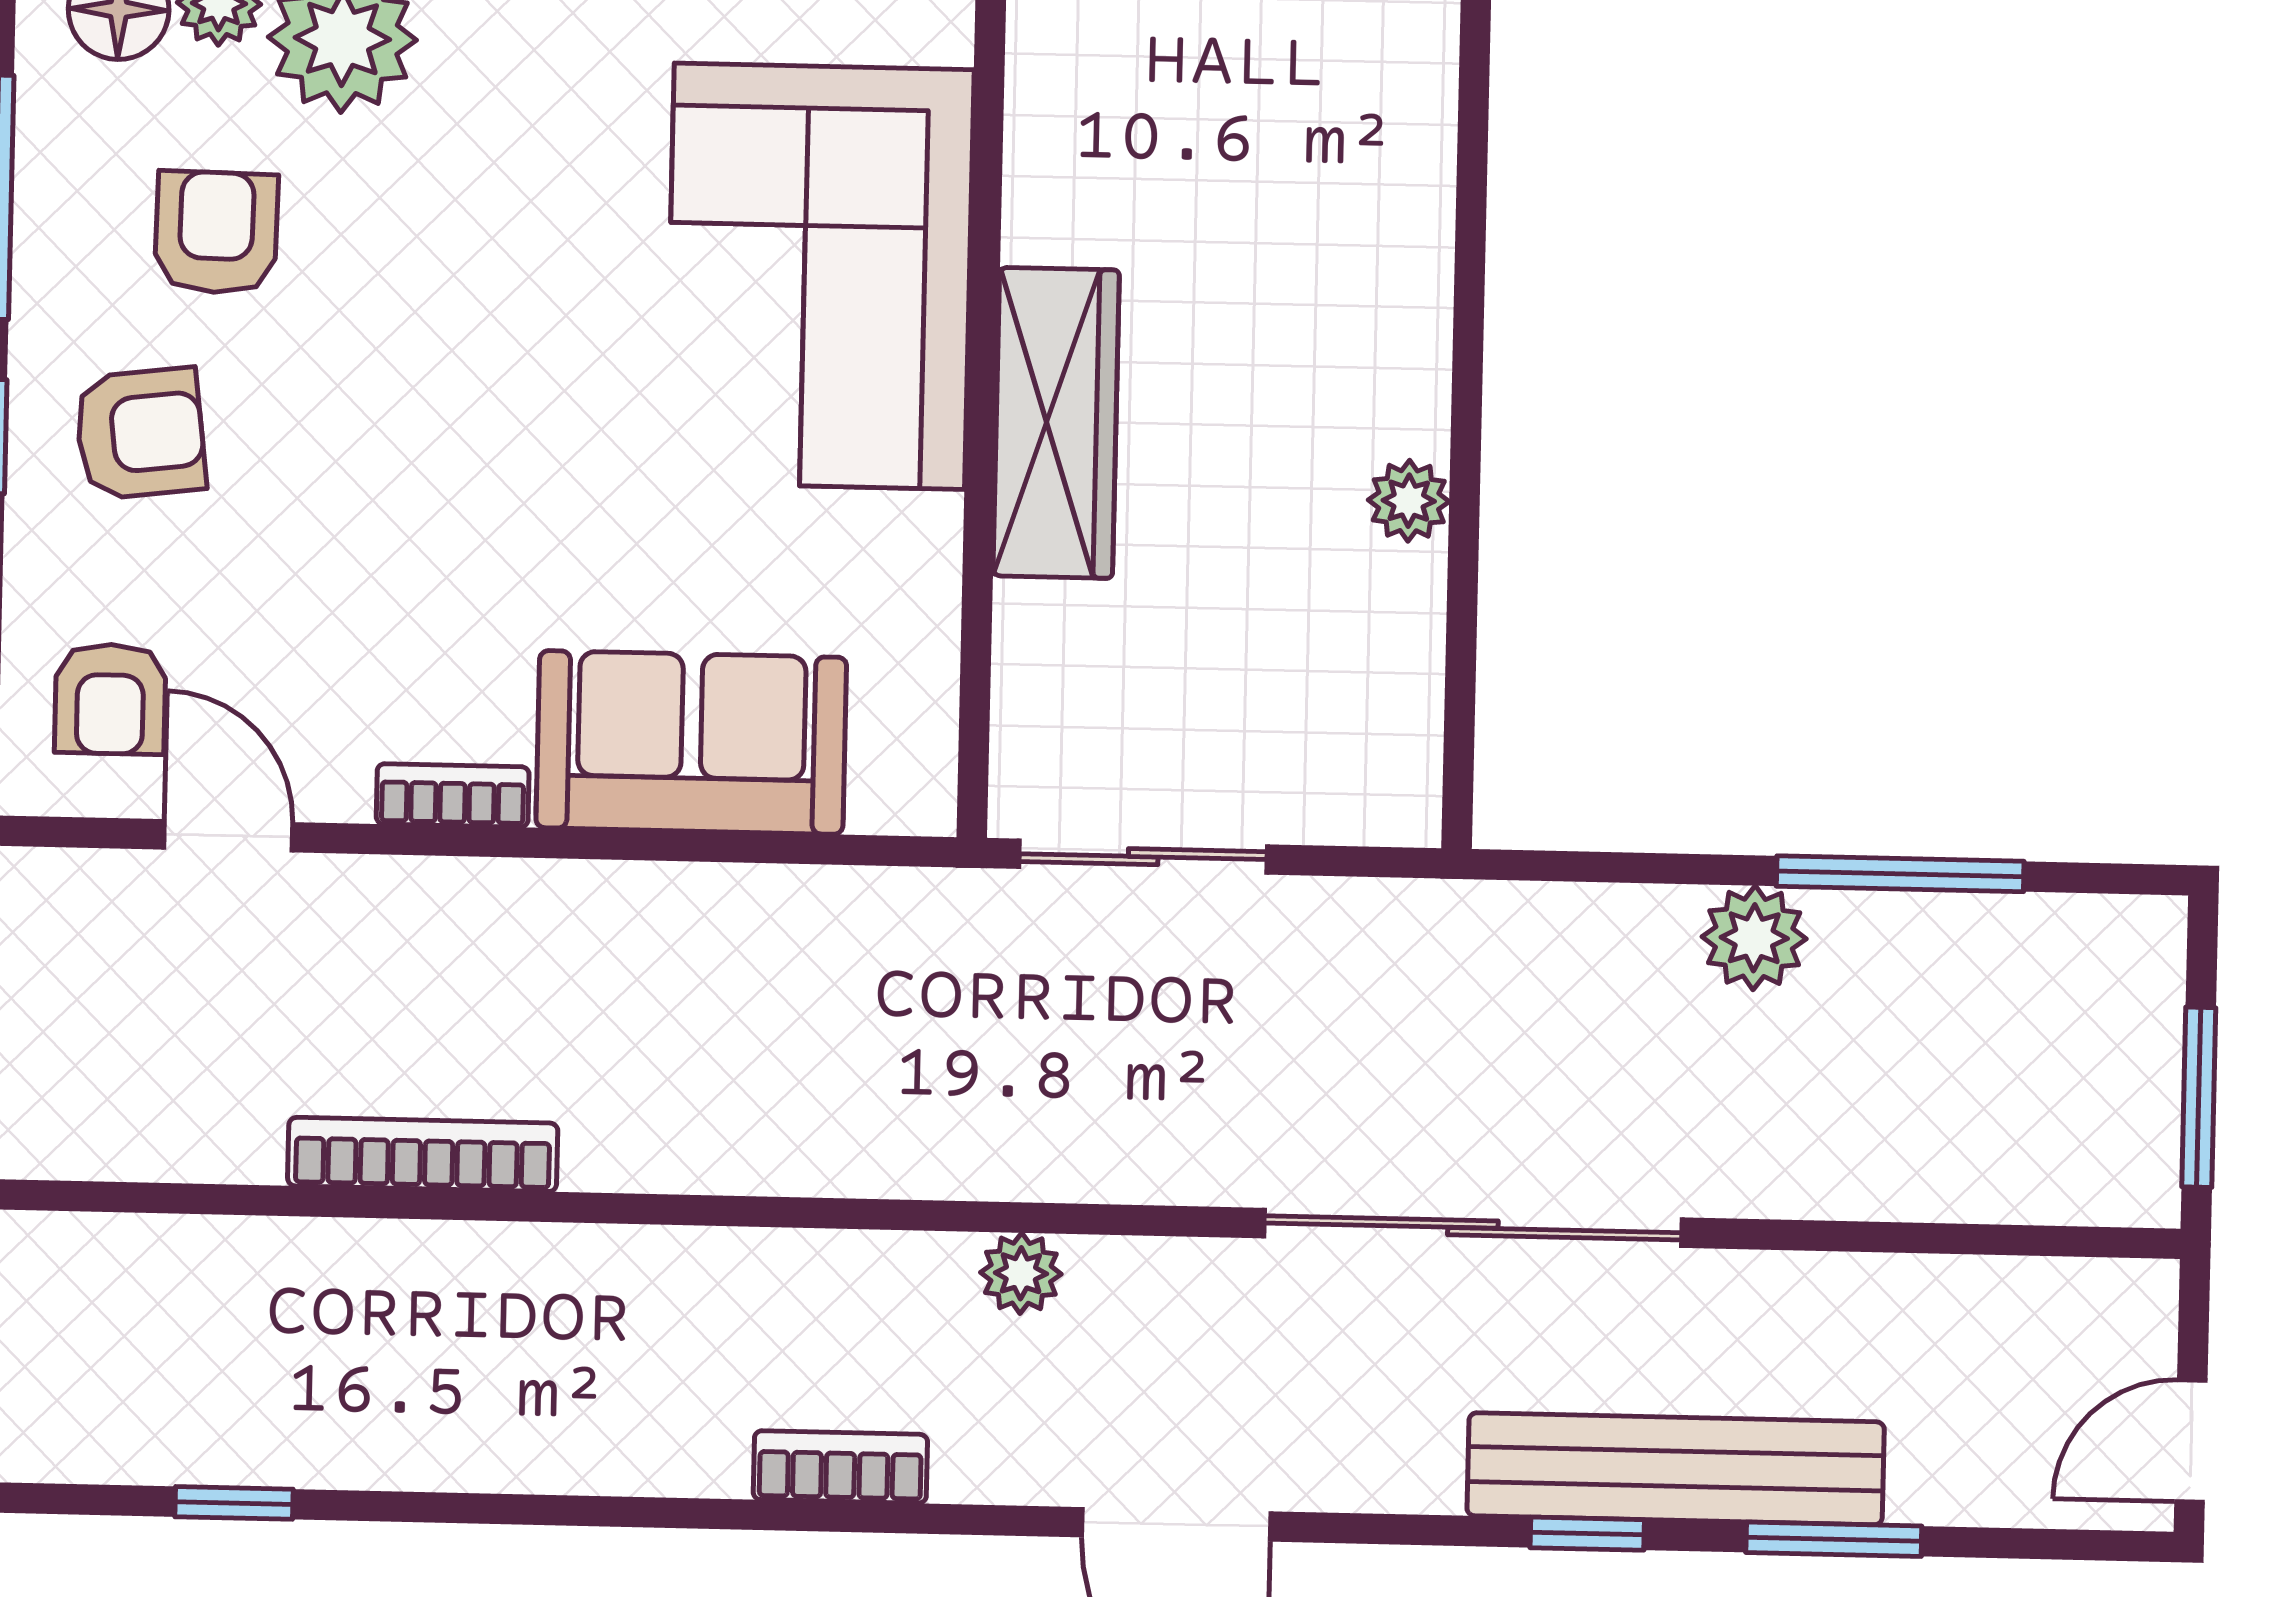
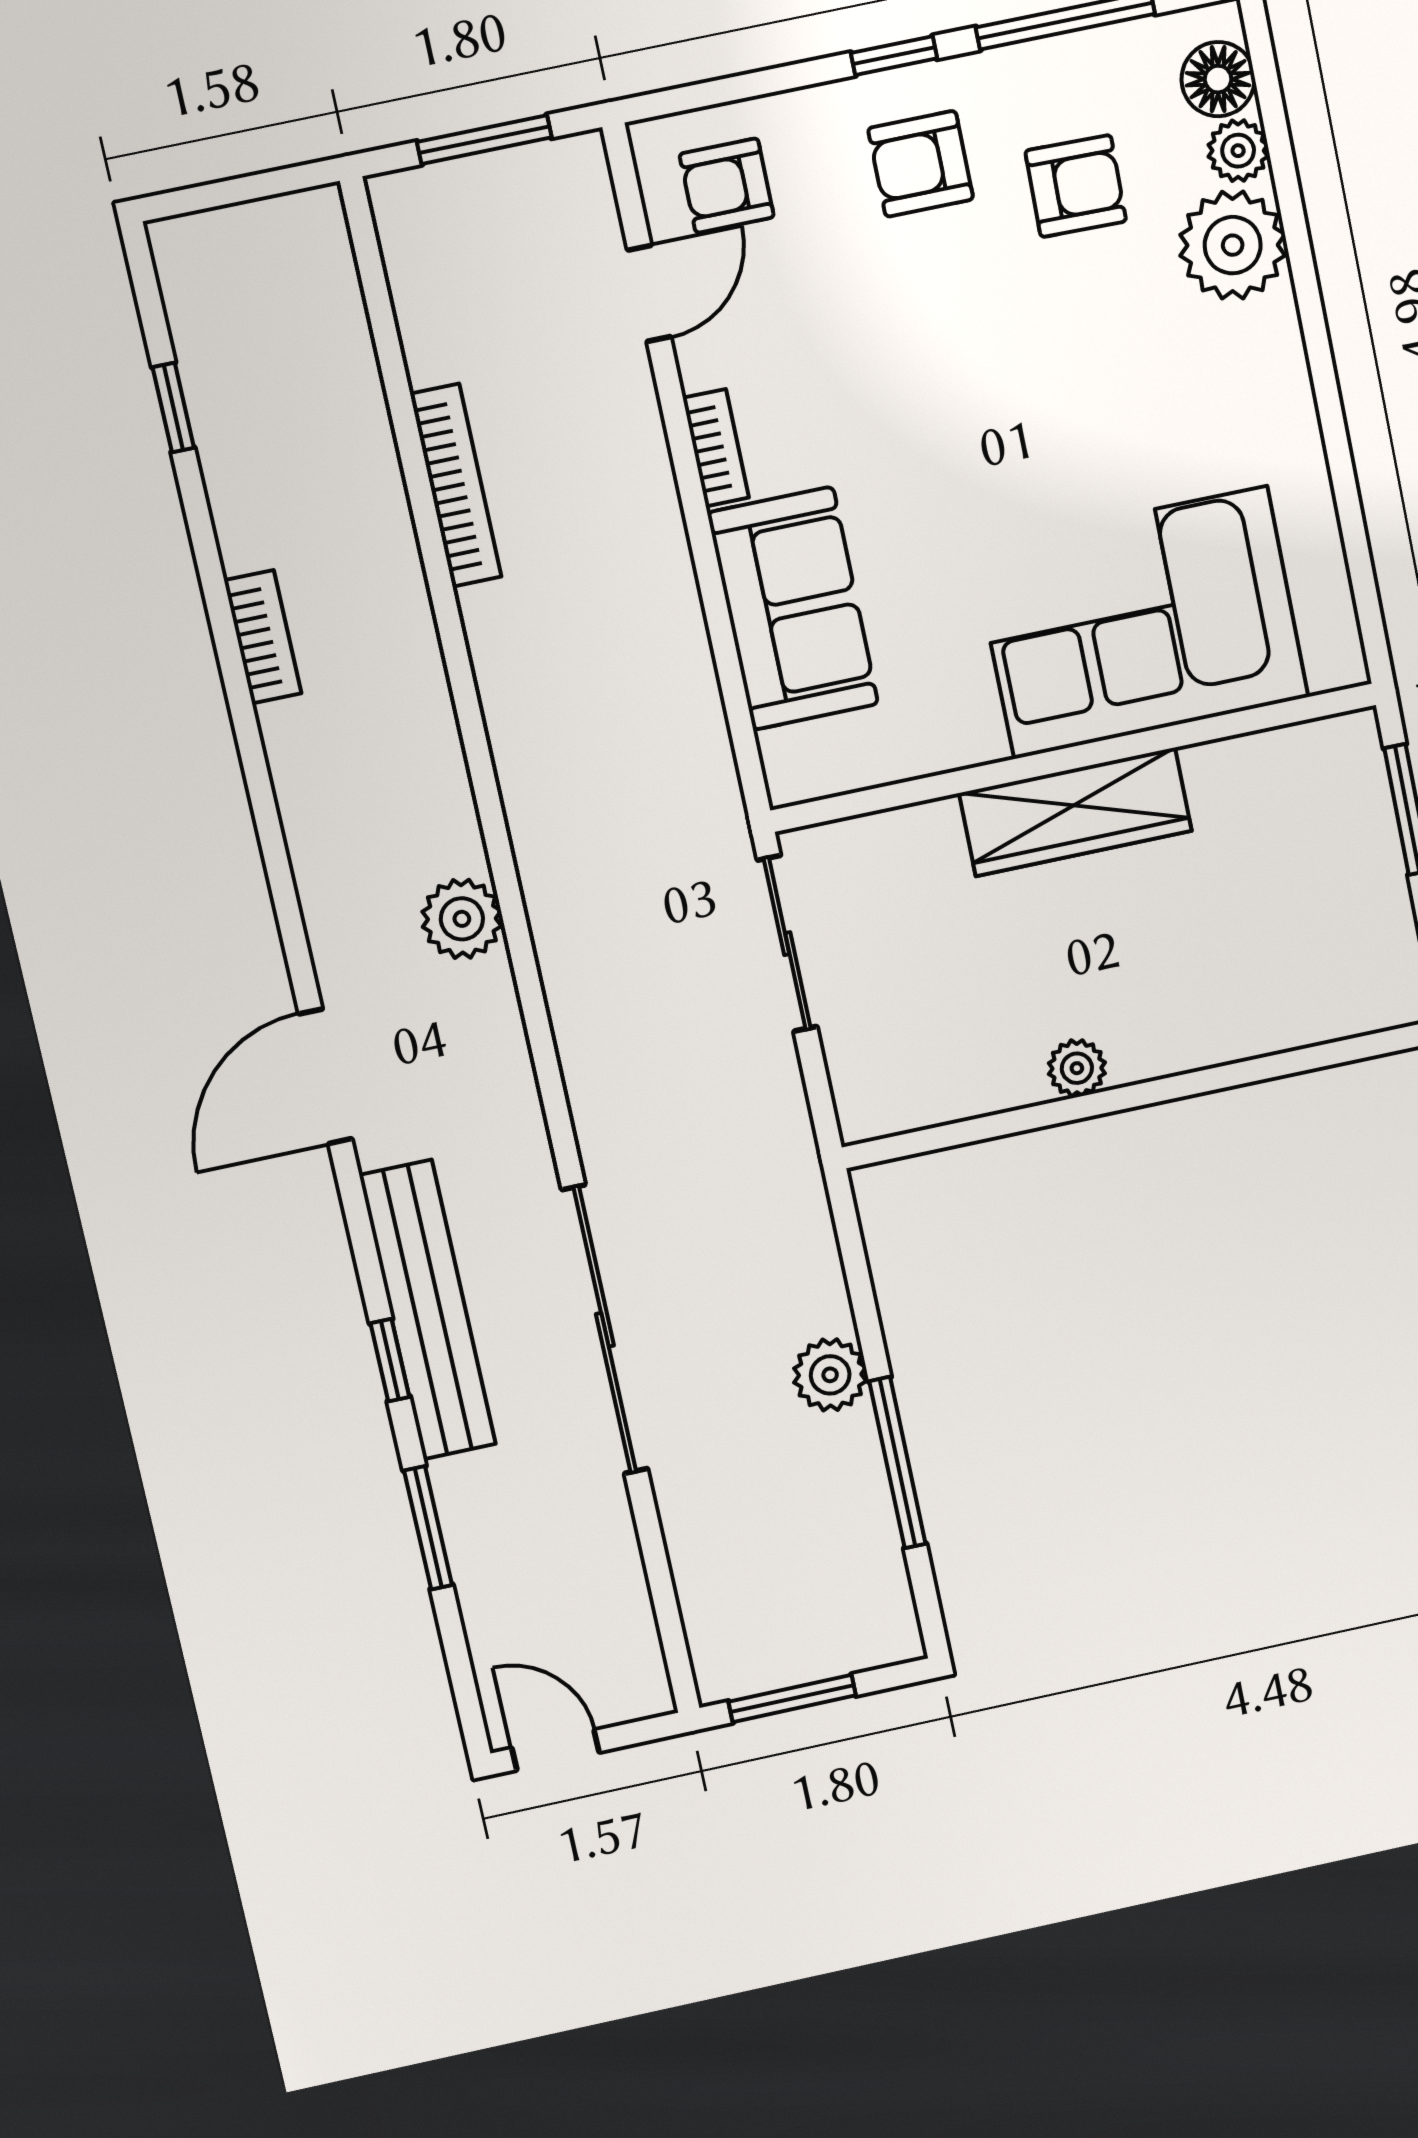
armchair: (140, 434) -> (921, 164), turned 97
sliding door: (1473, 1228) -> (605, 1330), moved
plant: (1021, 1273) -> (462, 919), width x1.38, depth x1.38
bookcase: (840, 1467) -> (263, 637), moved
bench: (1676, 1469) -> (428, 1310), moved

